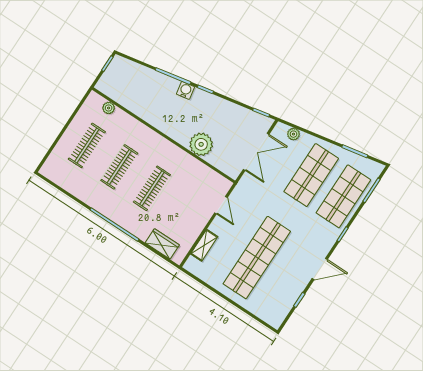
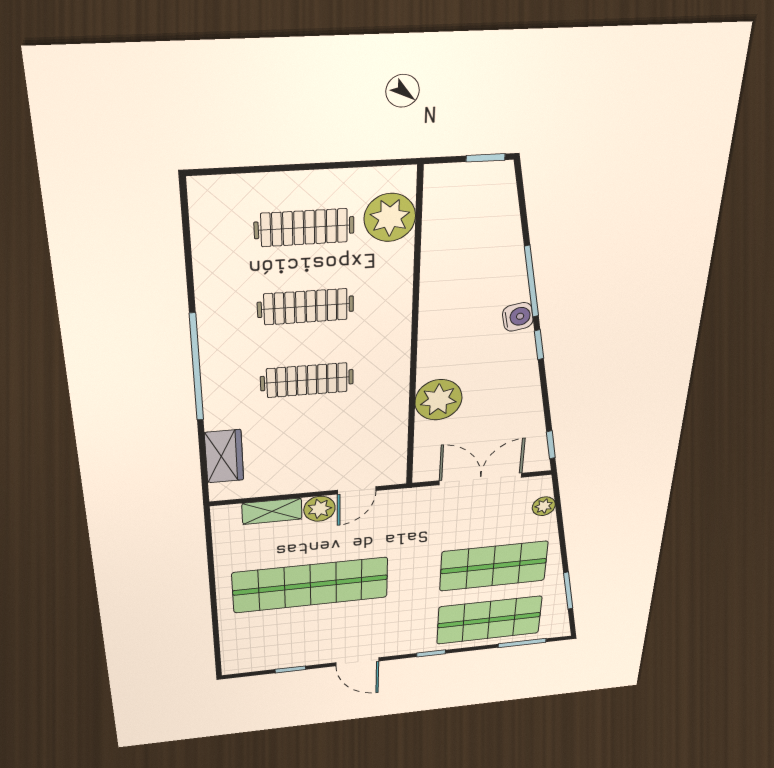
plant: (109, 108) -> (390, 217), width x1.88, depth x1.88
double door: (256, 152) -> (481, 479), swing flipped
plant: (218, 226) -> (319, 509), added

